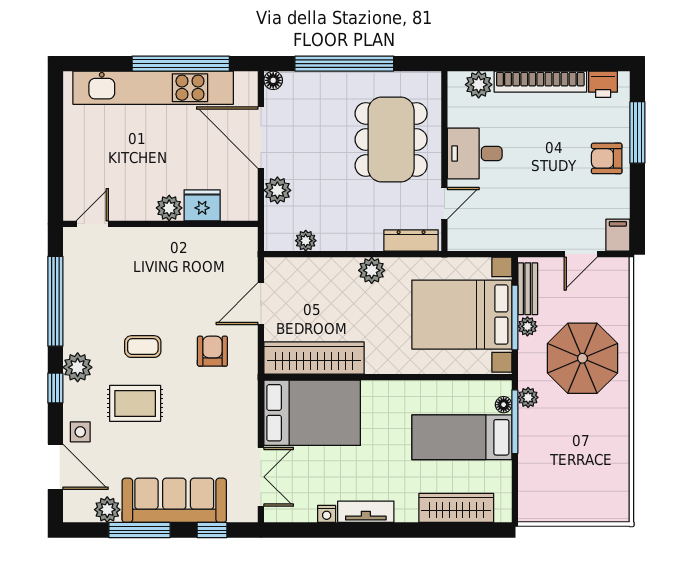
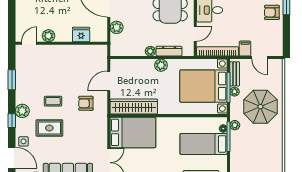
plant: (169, 208) -> (49, 36), moved
filing cabinet: (618, 235) -> (245, 49), moved
dresser: (411, 240) -> (169, 51), moved
plant: (306, 241) -> (150, 51), moved
bookcase: (492, 241) -> (218, 51), added
door: (581, 254) -> (260, 58), hinge flipped
window: (55, 301) -> (12, 80), width x0.47
armchair: (212, 351) -> (86, 103), turned -90

